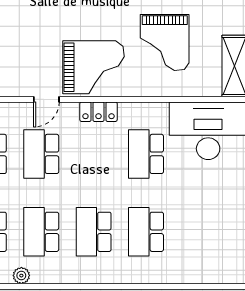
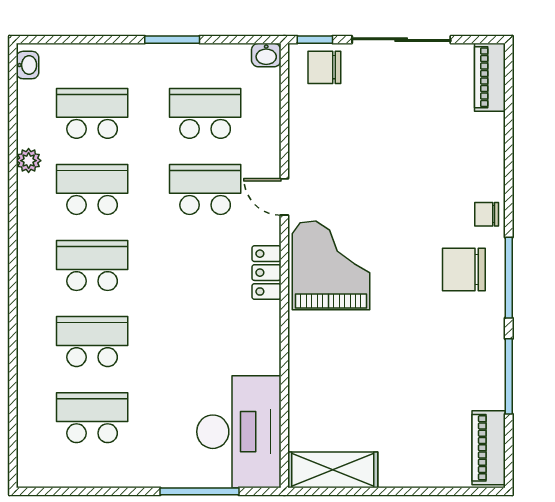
grand piano: (165, 43) -> (367, 369), removed
grand piano: (94, 67) -> (331, 265), turned 180
school desk: (146, 154) -> (92, 418), moved

